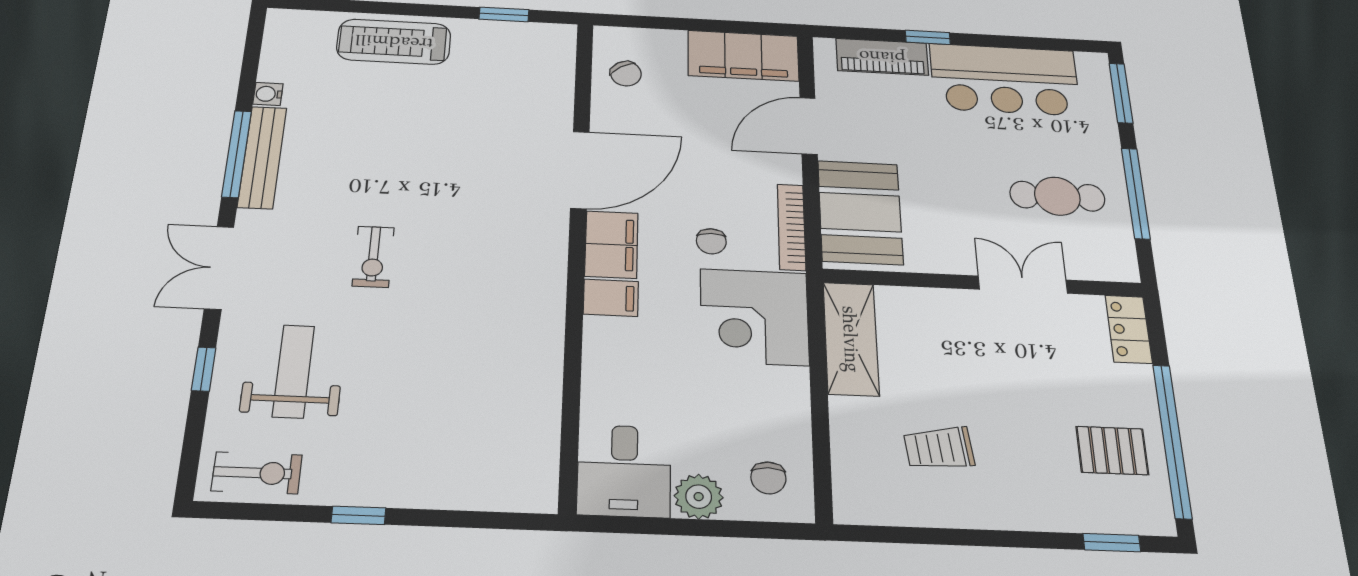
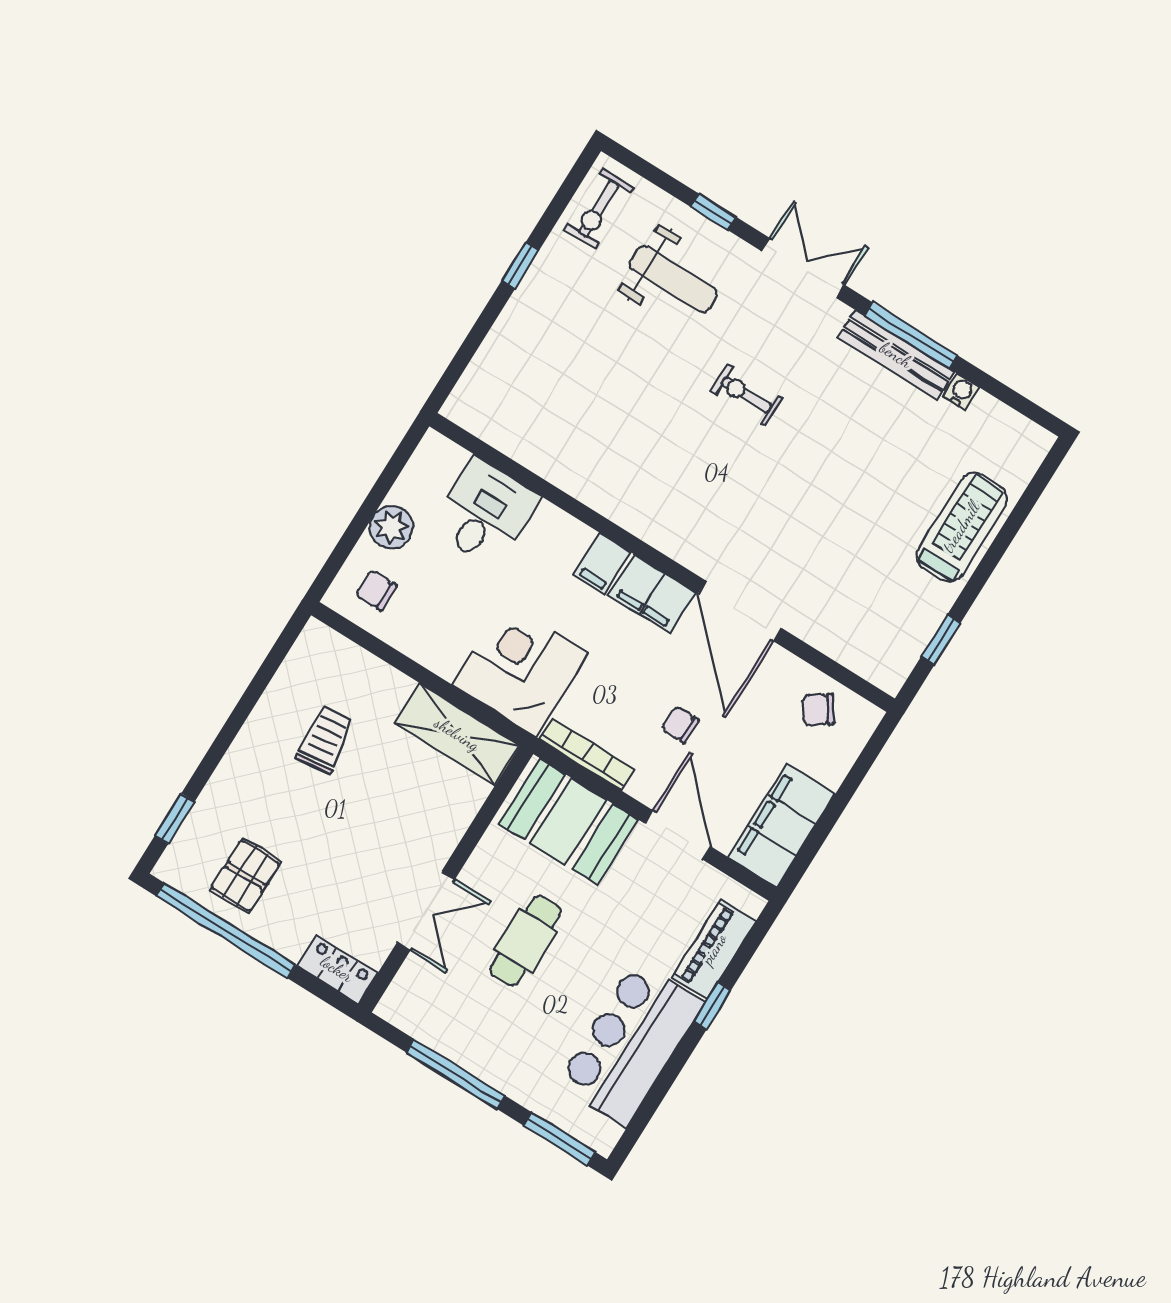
cafe table: (1057, 196) -> (525, 941), moved
chair: (711, 241) -> (680, 724), moved
desk: (624, 471) -> (485, 512), moved, turned 90

